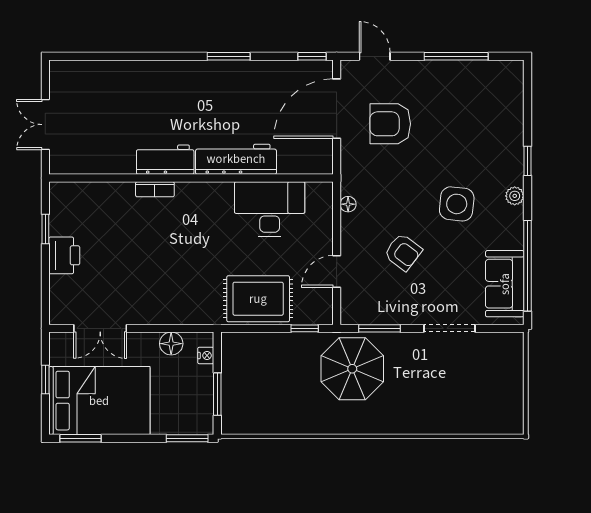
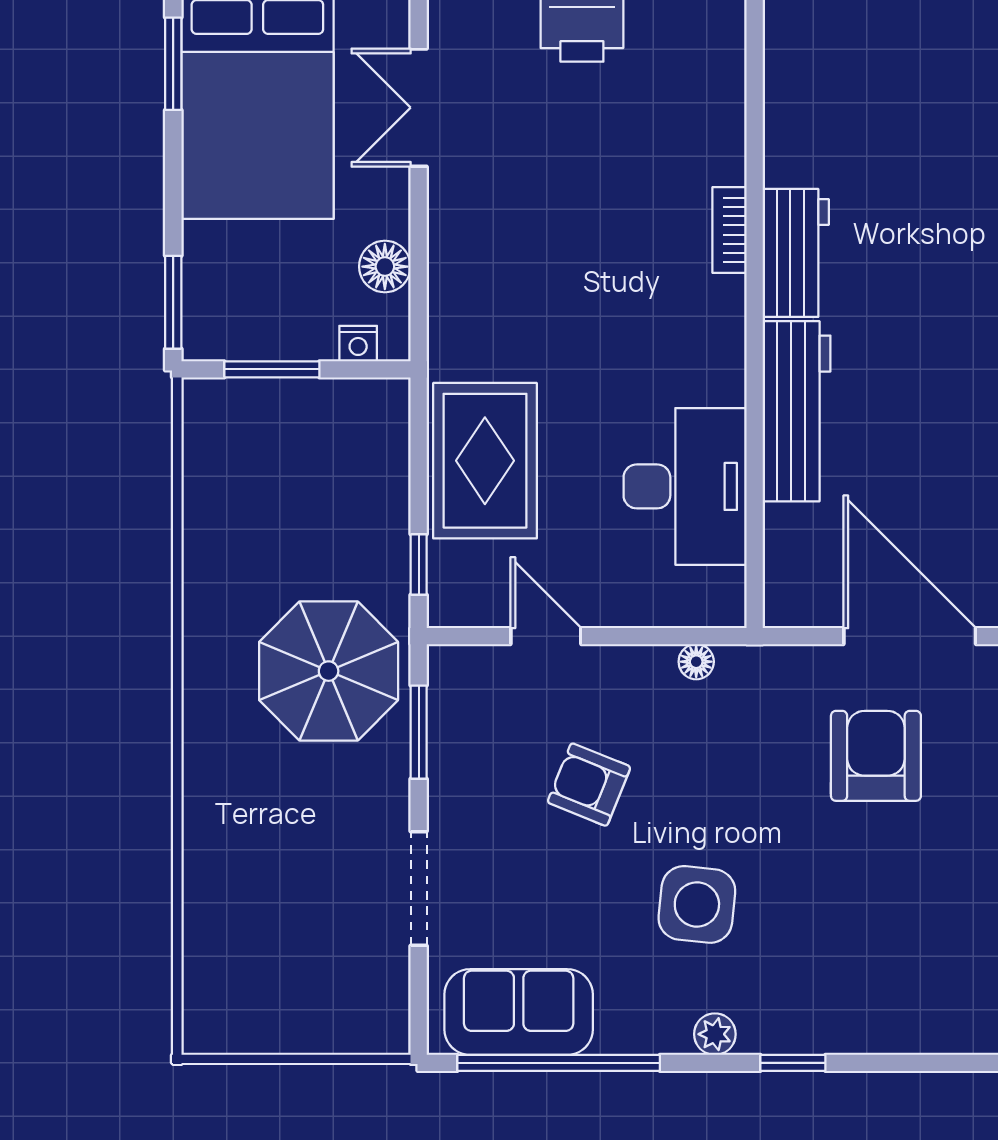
armchair: (403, 252) -> (589, 785), turned 75

